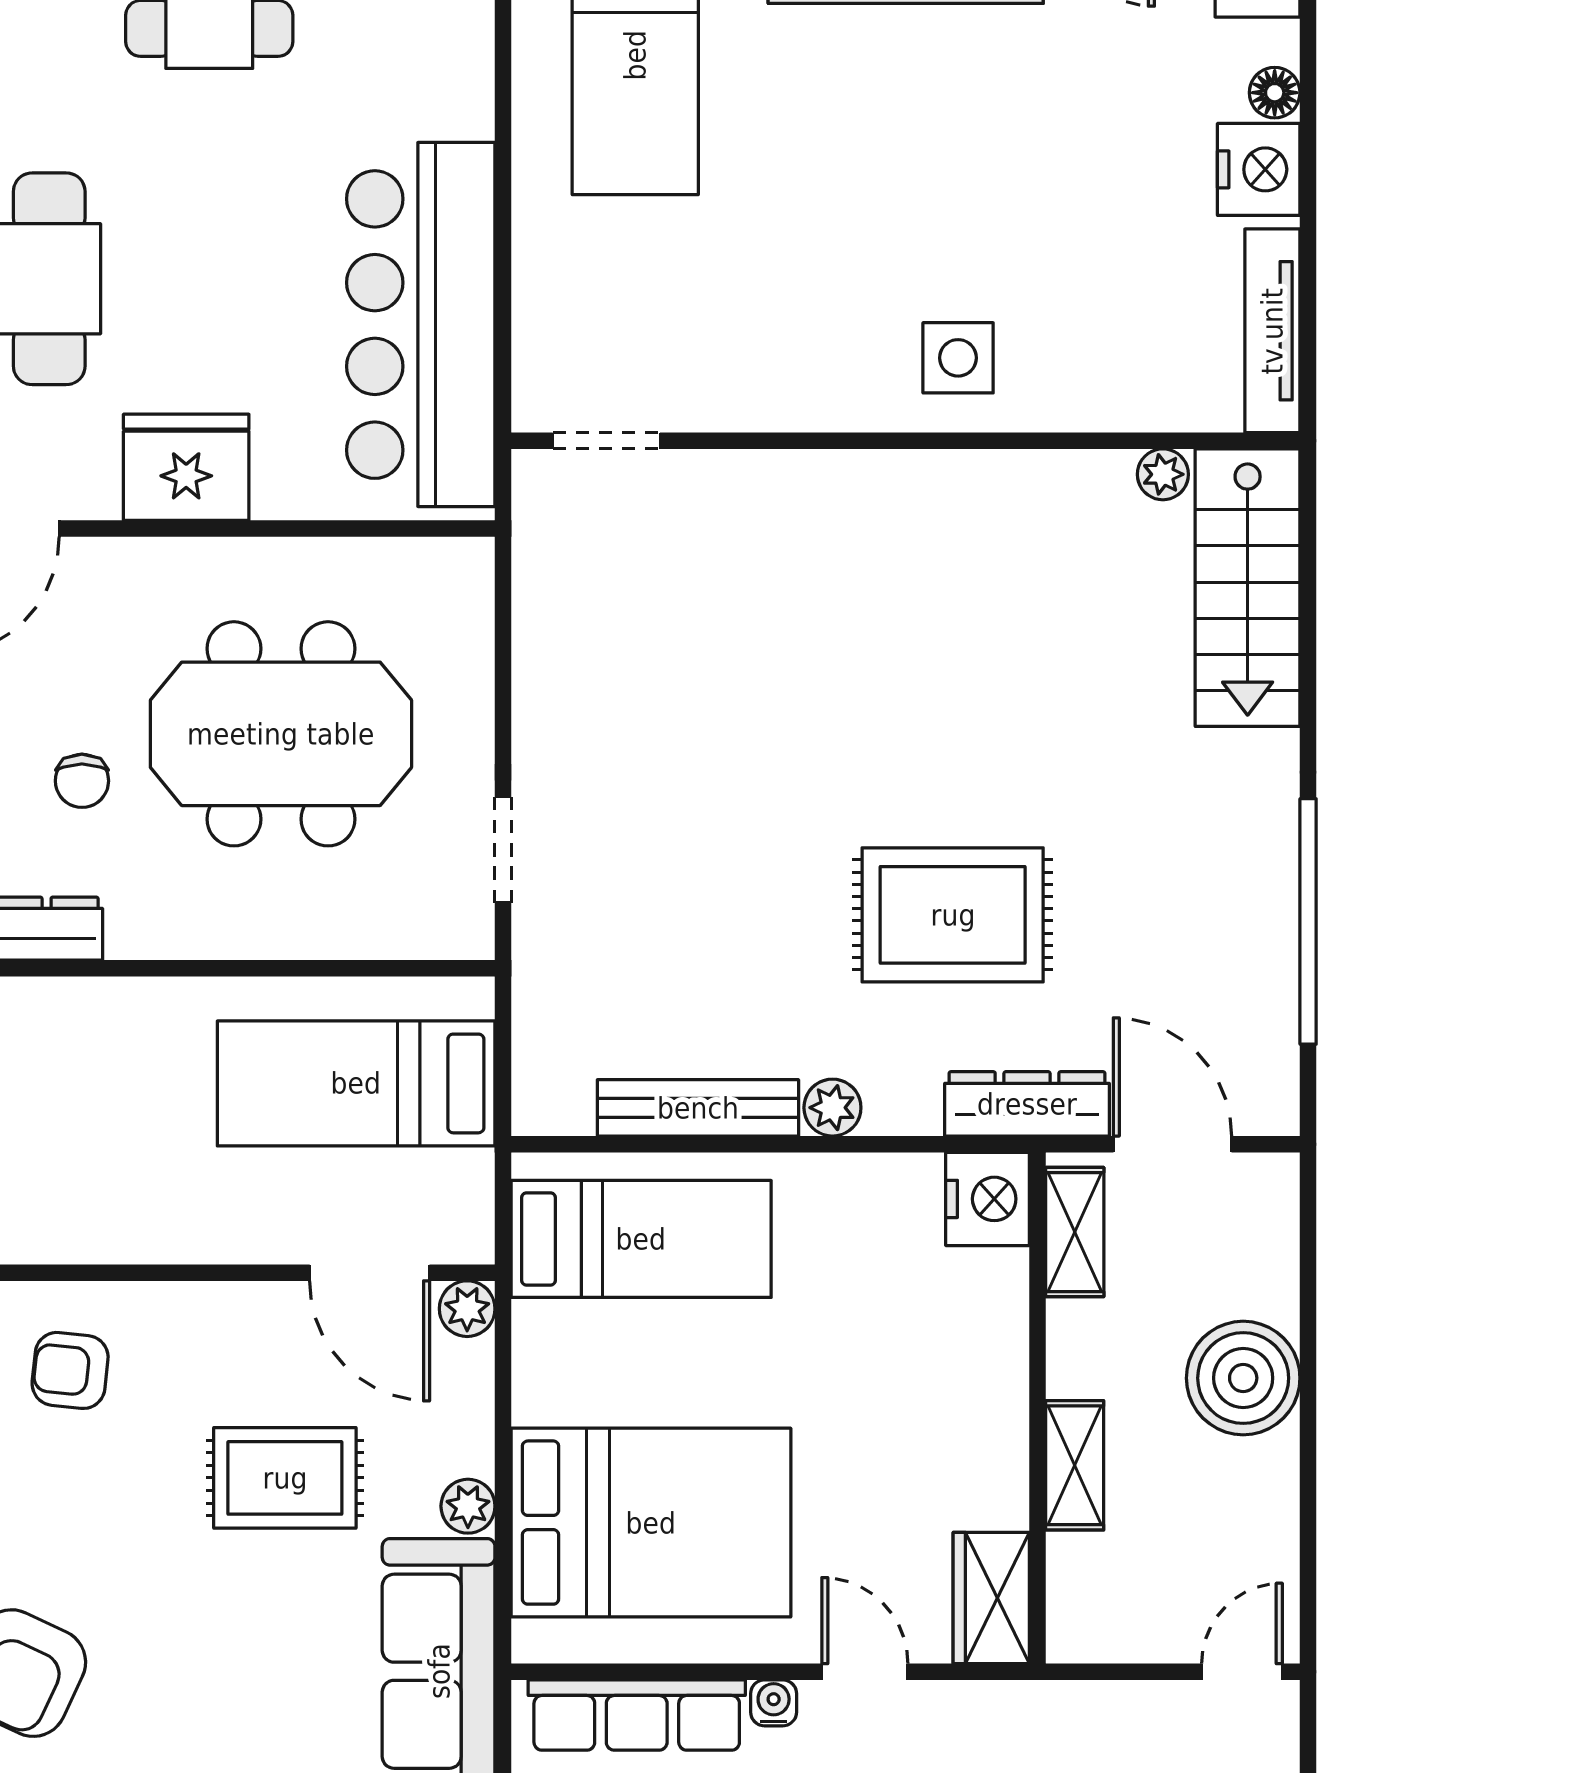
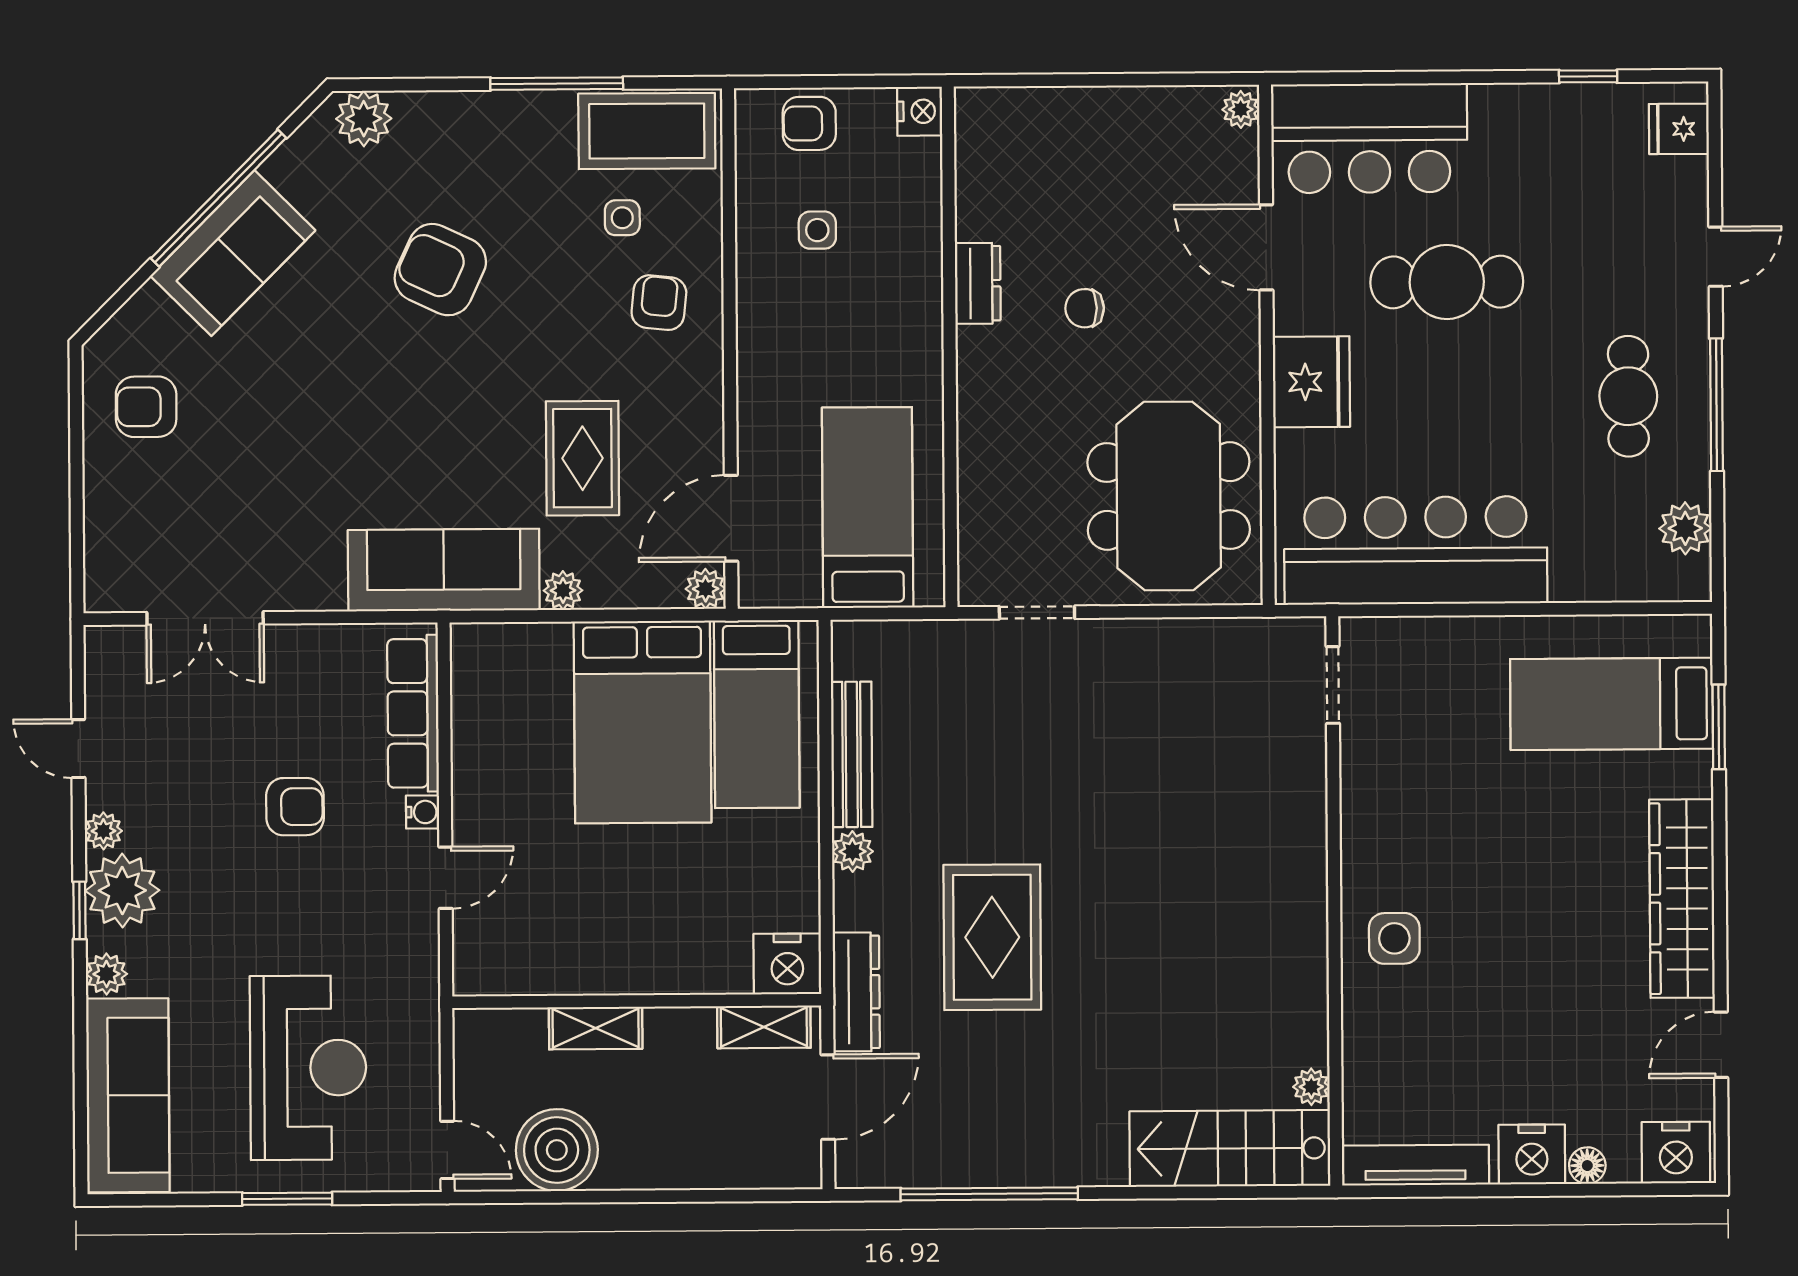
meeting table: (281, 734) -> (1169, 496), moved
boiler: (1243, 1378) -> (557, 1150), moved
bed: (651, 1523) -> (643, 722), moved
wardrobe: (991, 1598) -> (499, 969), removed

